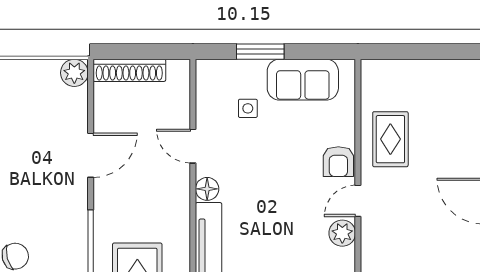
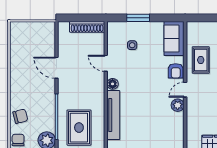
shoe rack: (129, 70) -> (87, 27), moved
plant: (74, 73) -> (49, 28), removed
sofa: (303, 80) -> (174, 39), moved, turned 90
door: (91, 155) -> (57, 68), swing flipped

